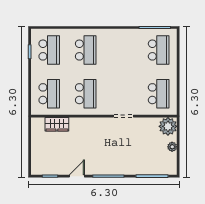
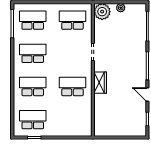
school desk: (49, 94) -> (33, 53), moved
wardrobe: (57, 124) -> (100, 83), moved

